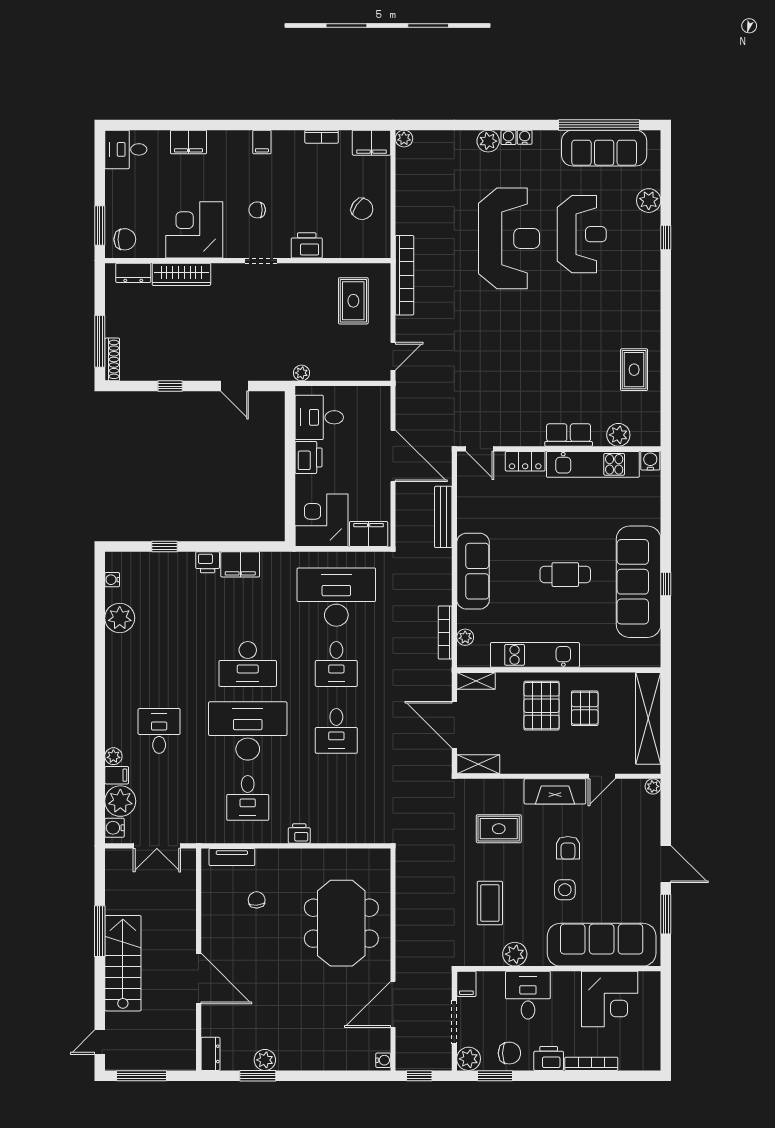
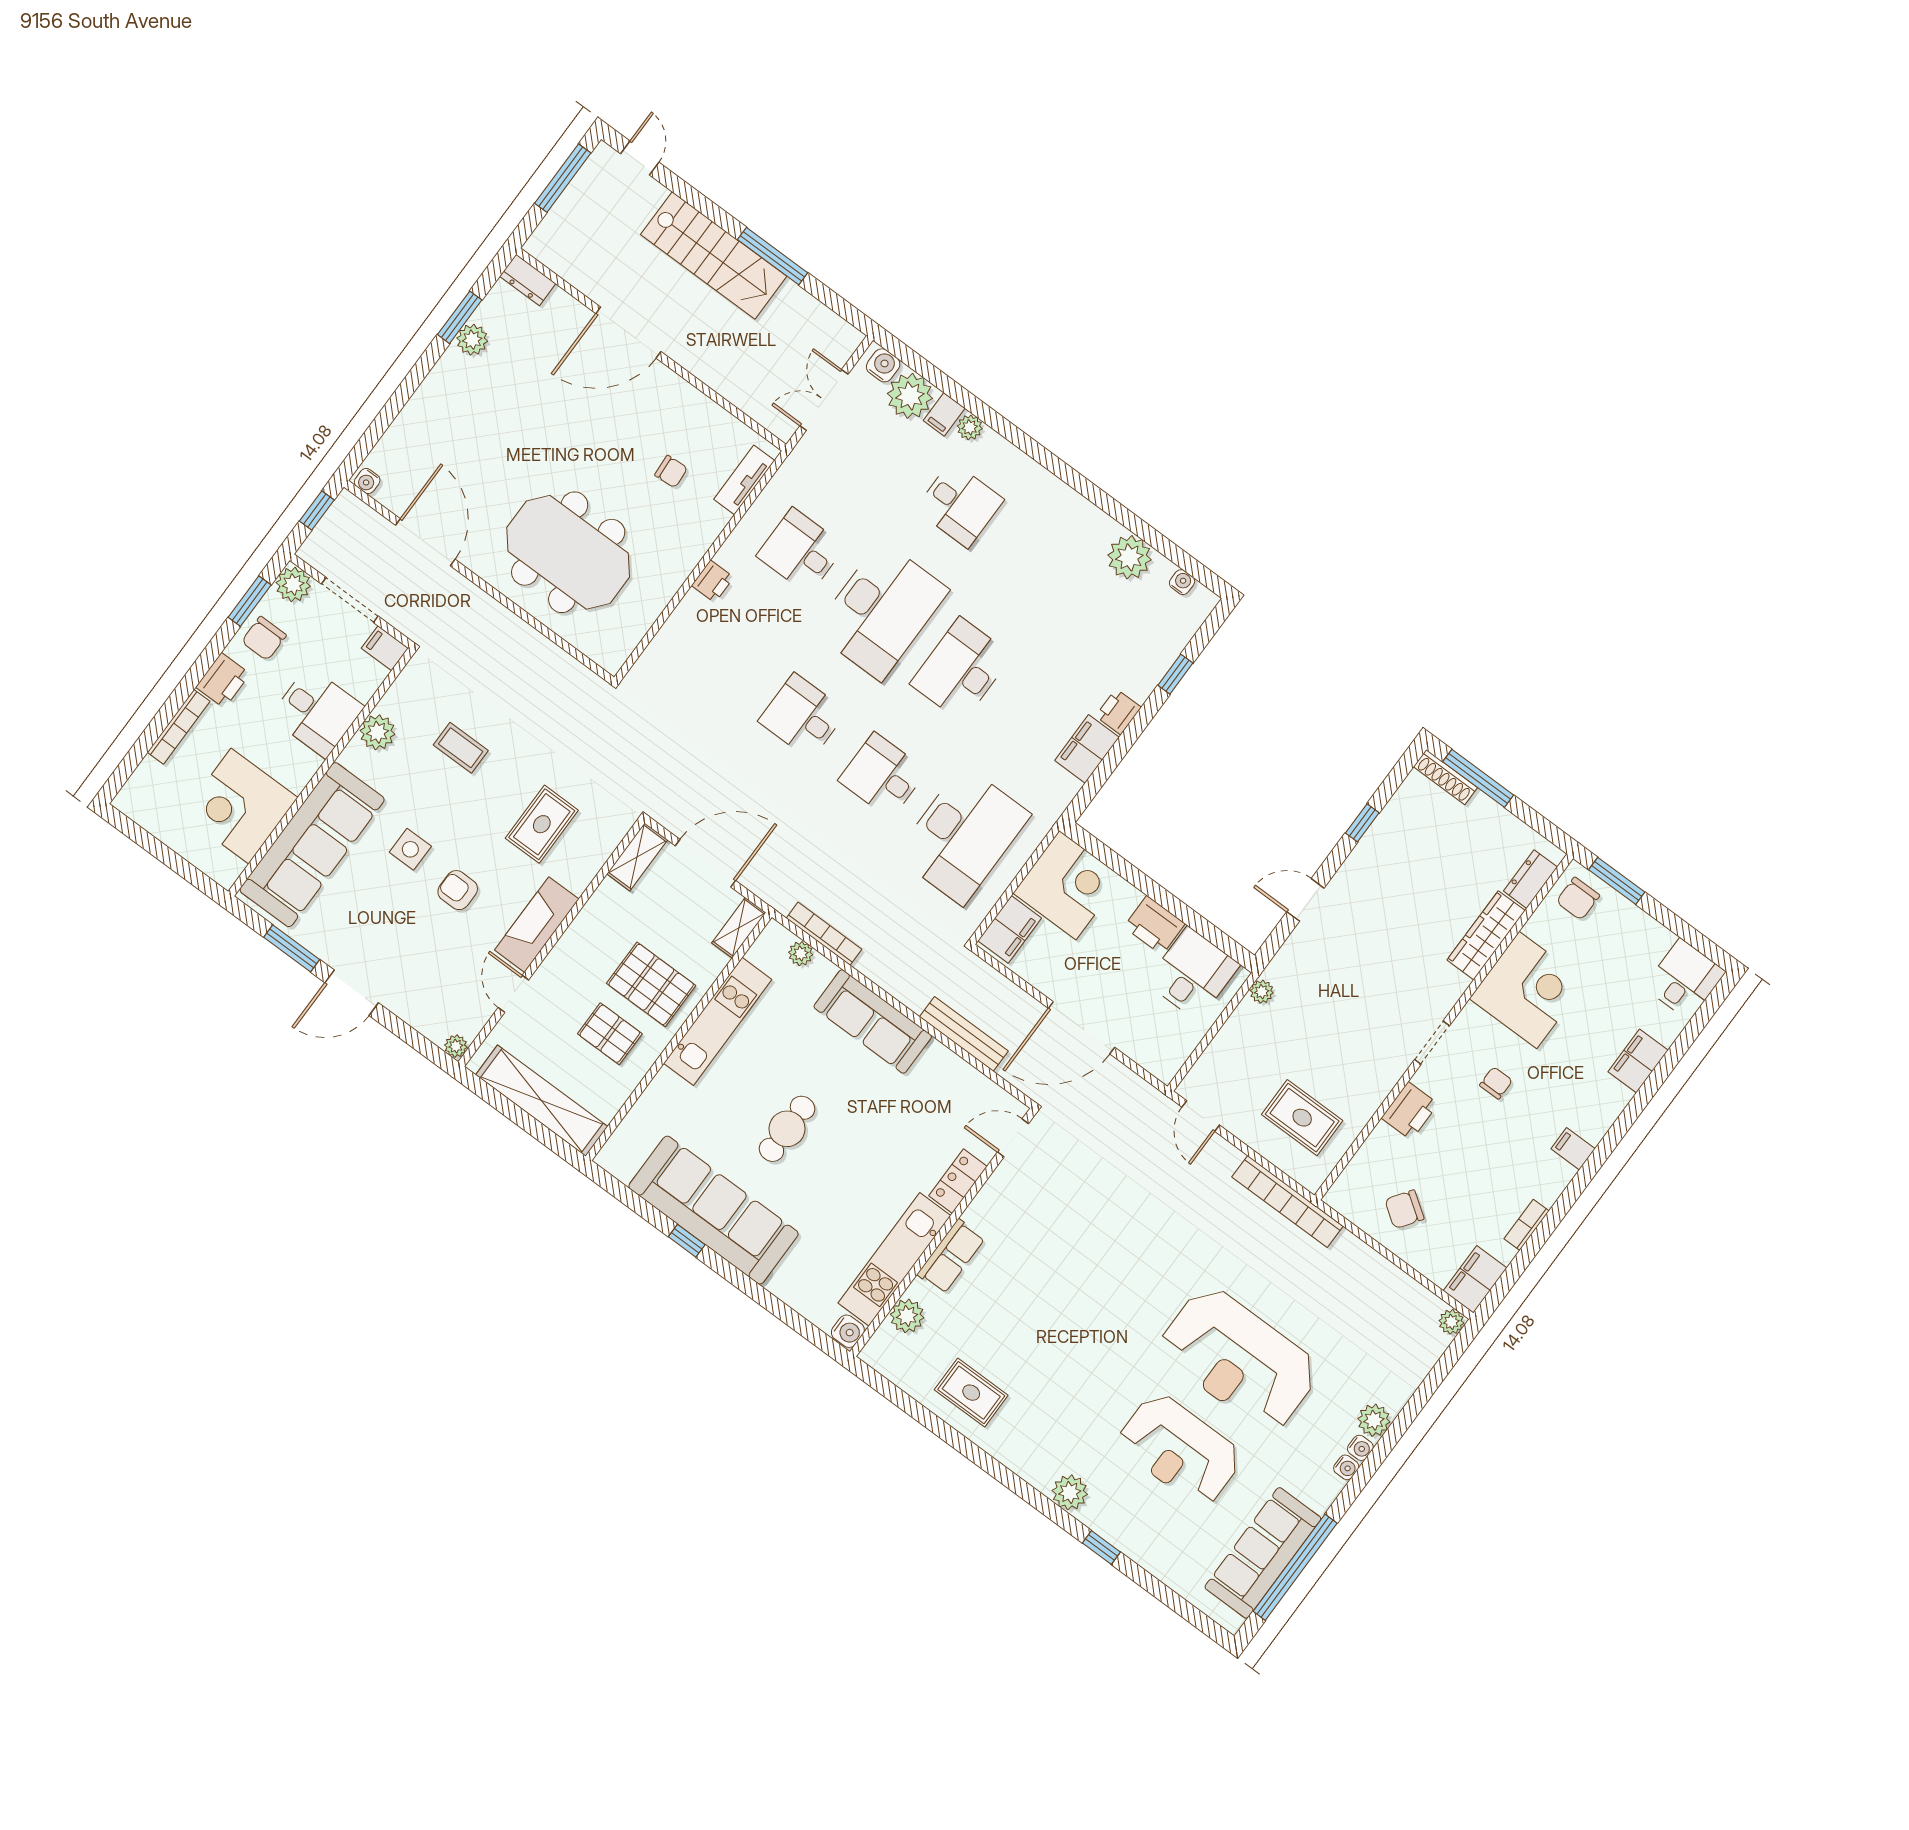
plant: (649, 201) -> (1070, 1492), moved
coffee table: (490, 903) -> (461, 748), width x0.73, depth x0.77

